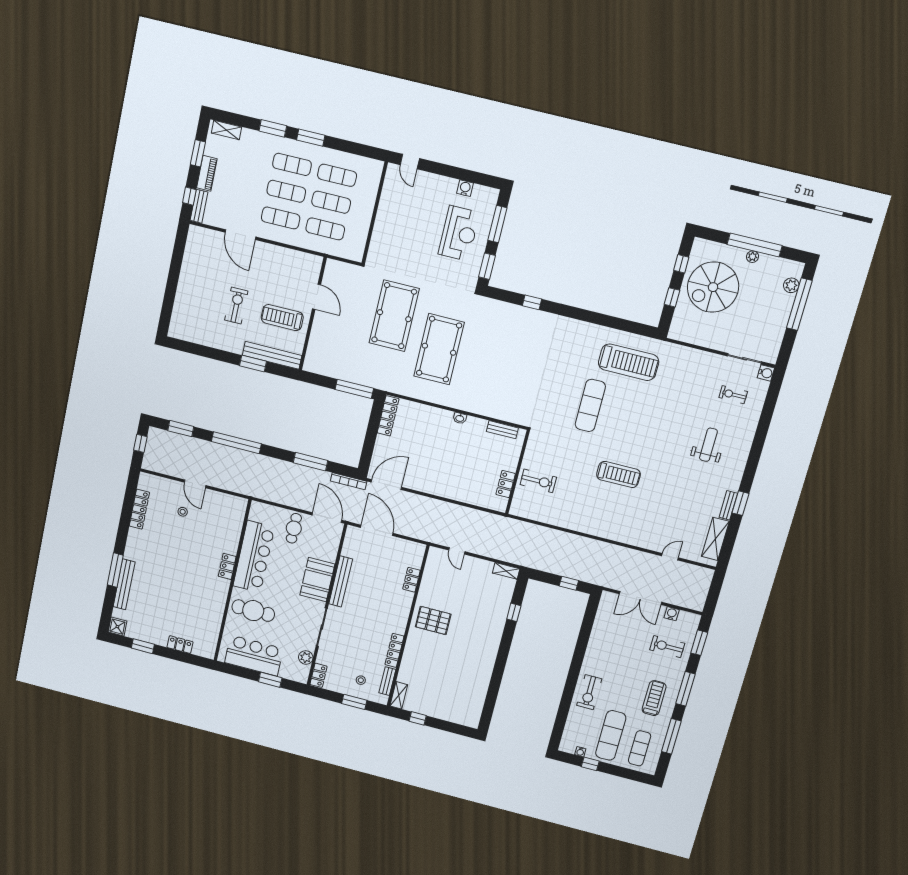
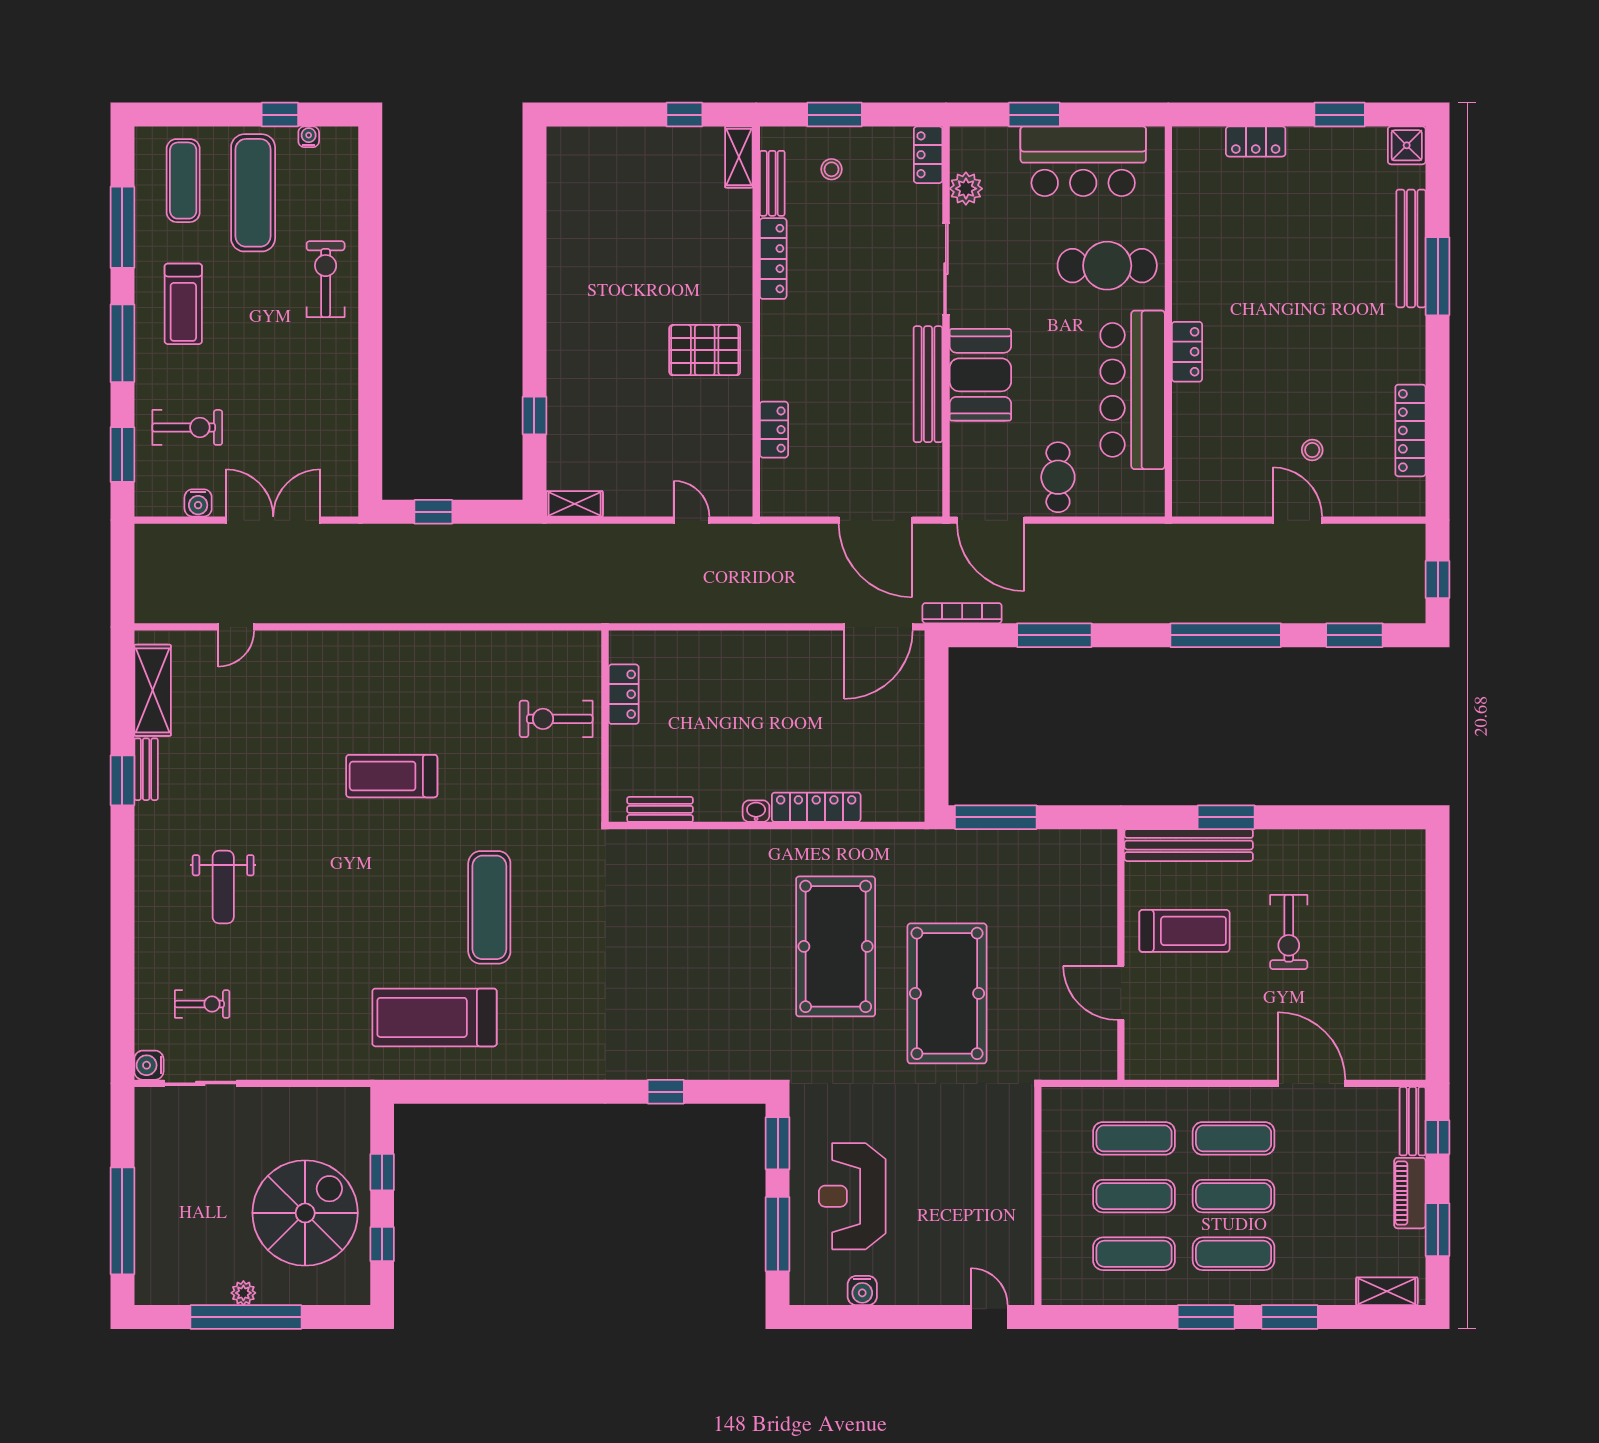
plant: (791, 285) -> (150, 1255), removed
locker: (388, 416) -> (816, 807), moved, turned 90

